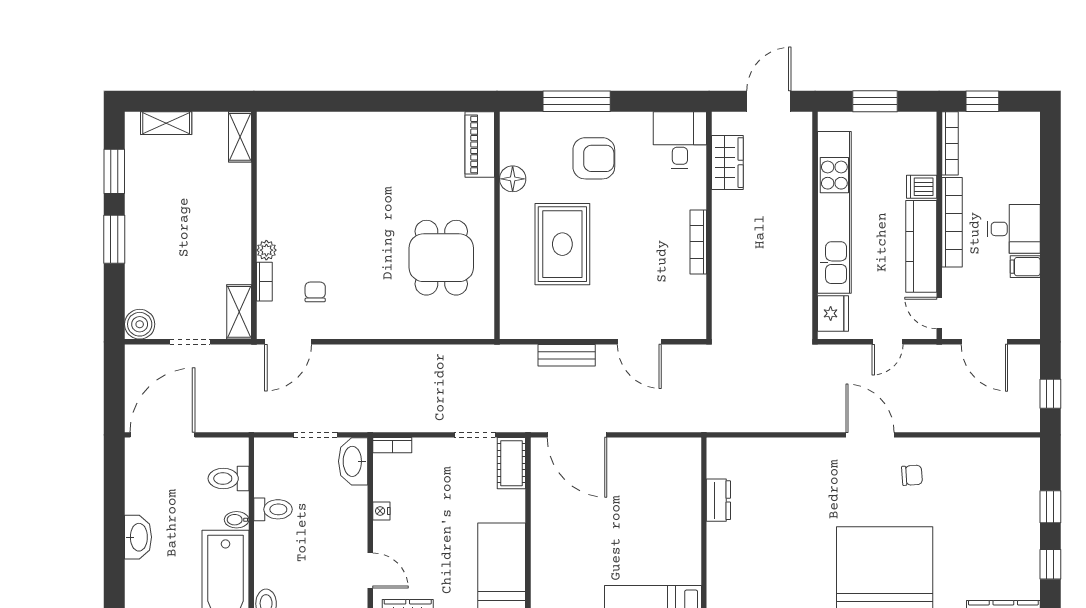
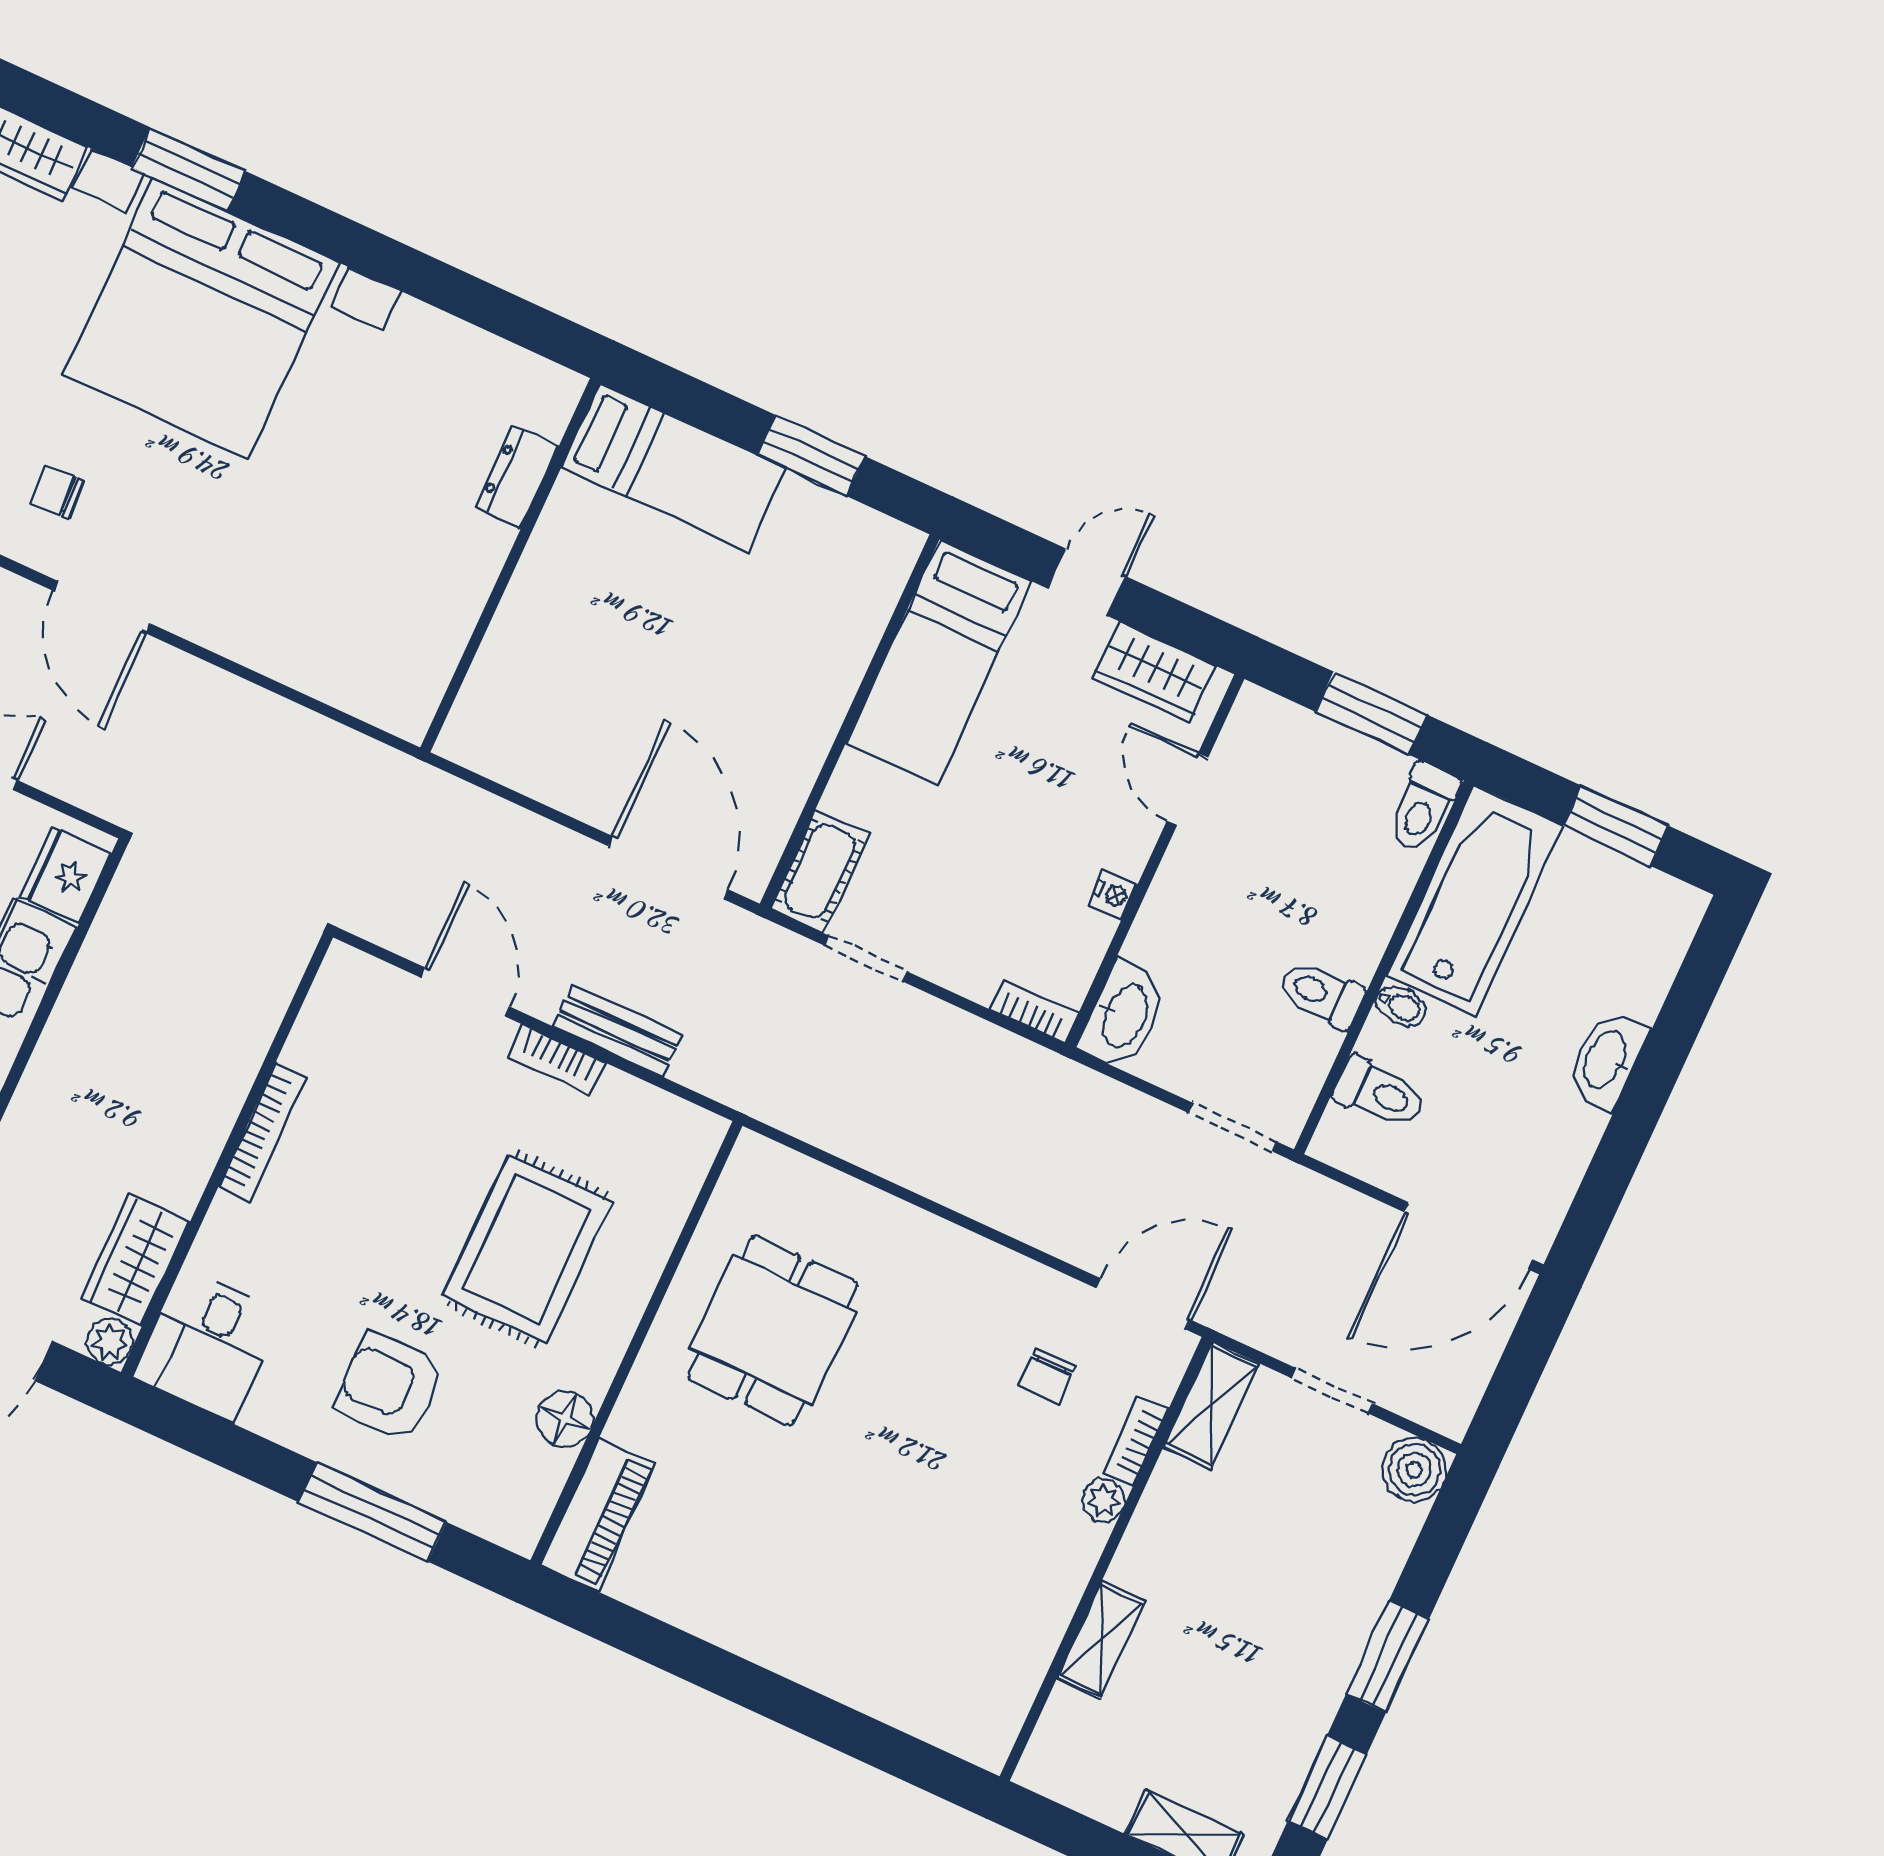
plant: (722, 122) -> (110, 1342), added
shelving: (240, 137) -> (1101, 1640), moved
bookcase: (587, 331) -> (557, 1060), added
doorway: (315, 435) -> (1233, 1127), moved
dresser: (718, 500) -> (517, 477), moved

